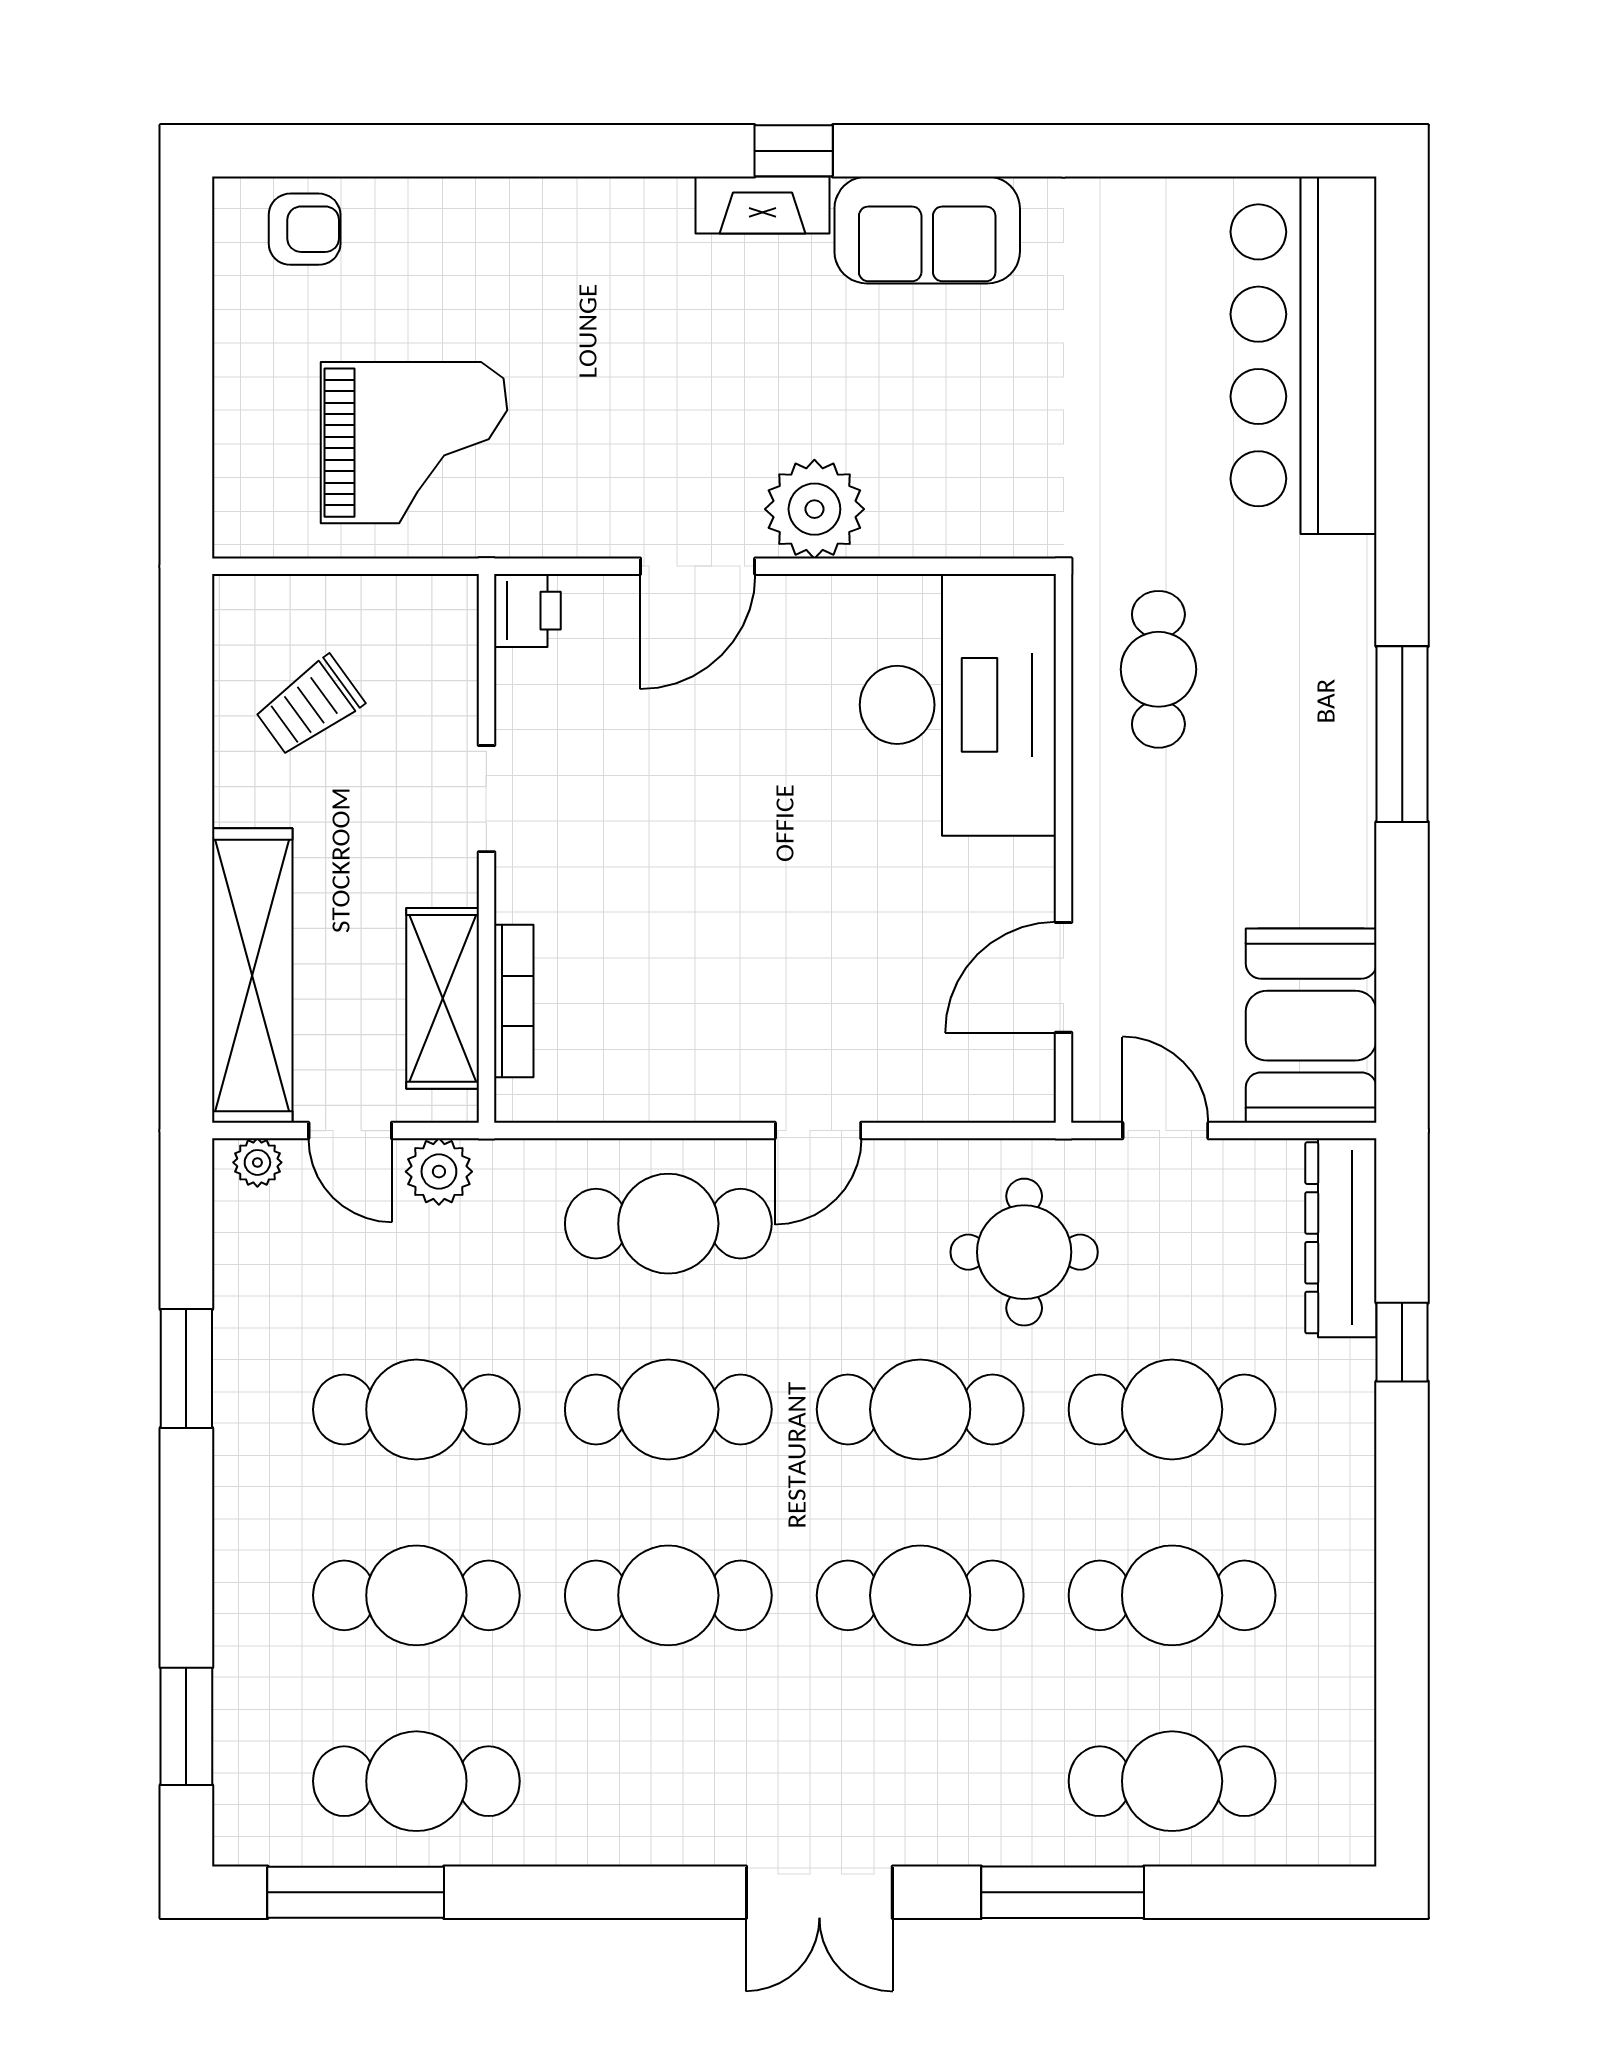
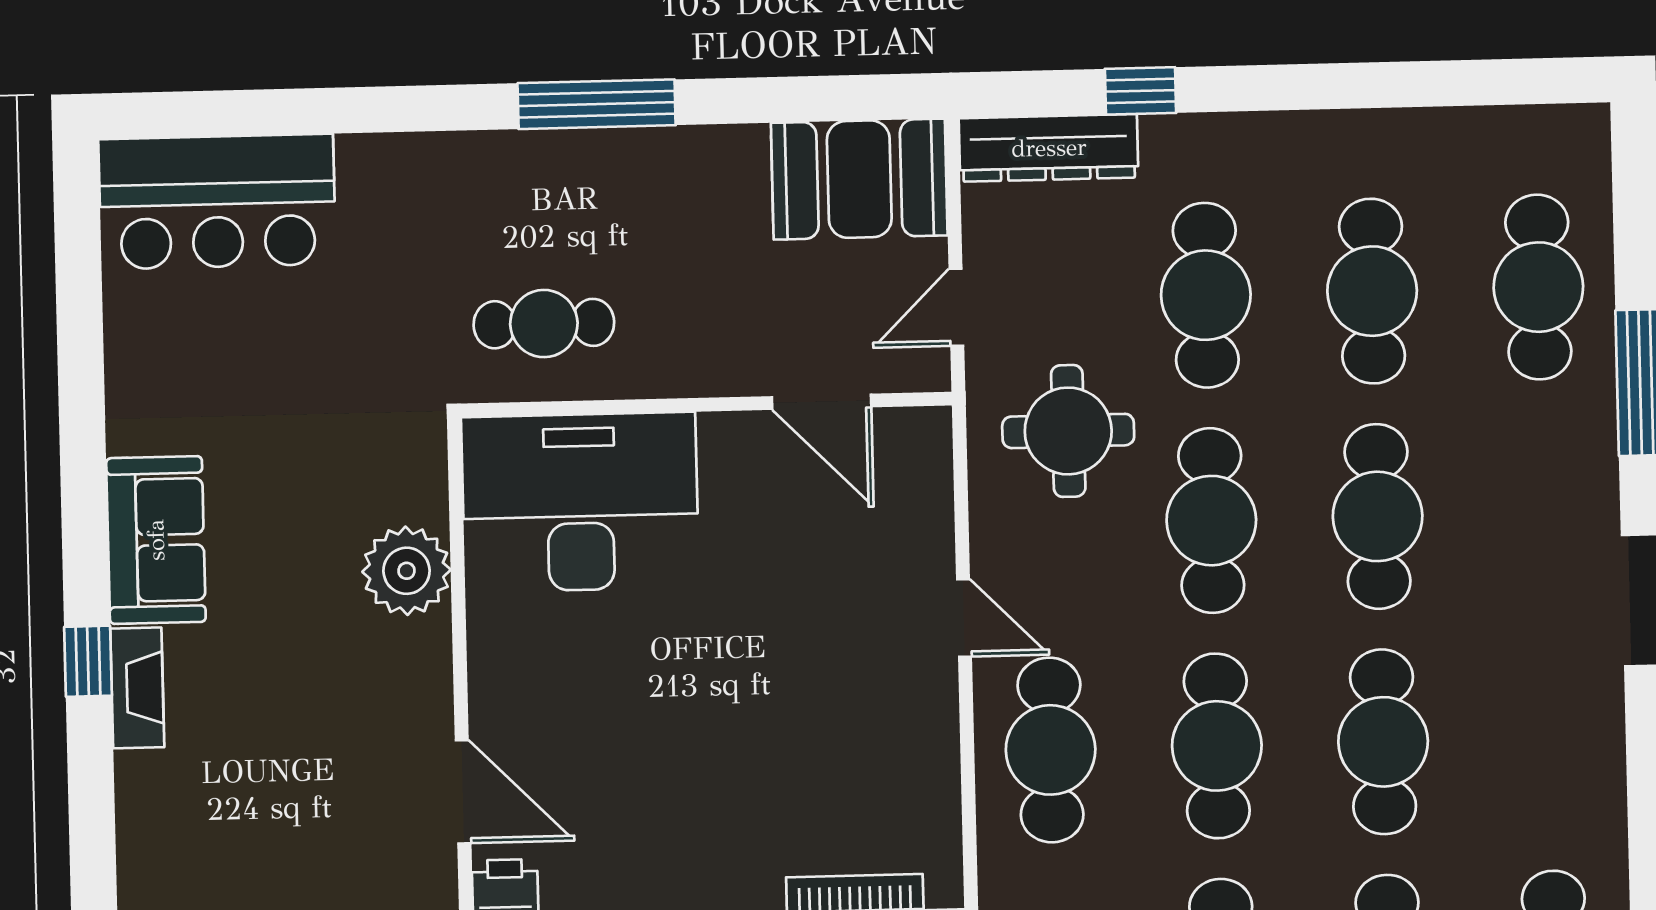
bar counter: (1304, 355) -> (217, 202), width x0.73
plant: (814, 509) -> (407, 571), moved
door: (698, 566) -> (463, 792), moved

